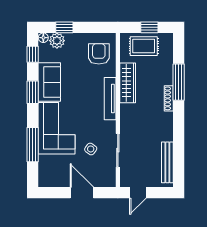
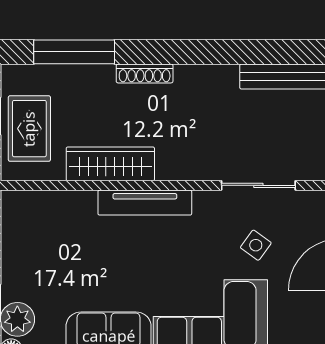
armchair: (99, 54) -> (47, 227), removed
window: (179, 82) -> (74, 52), moved

